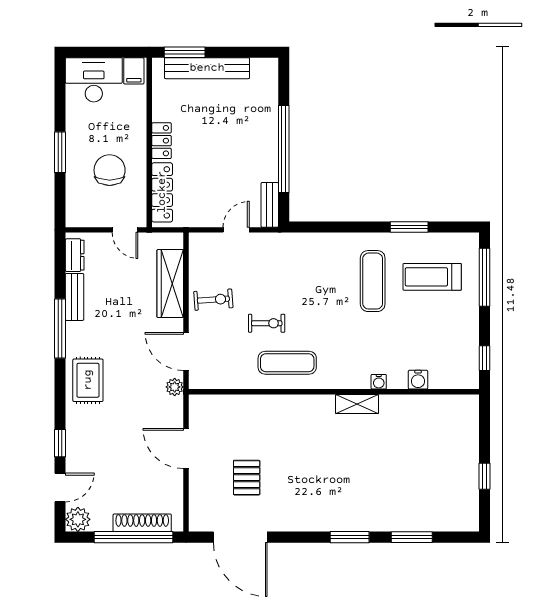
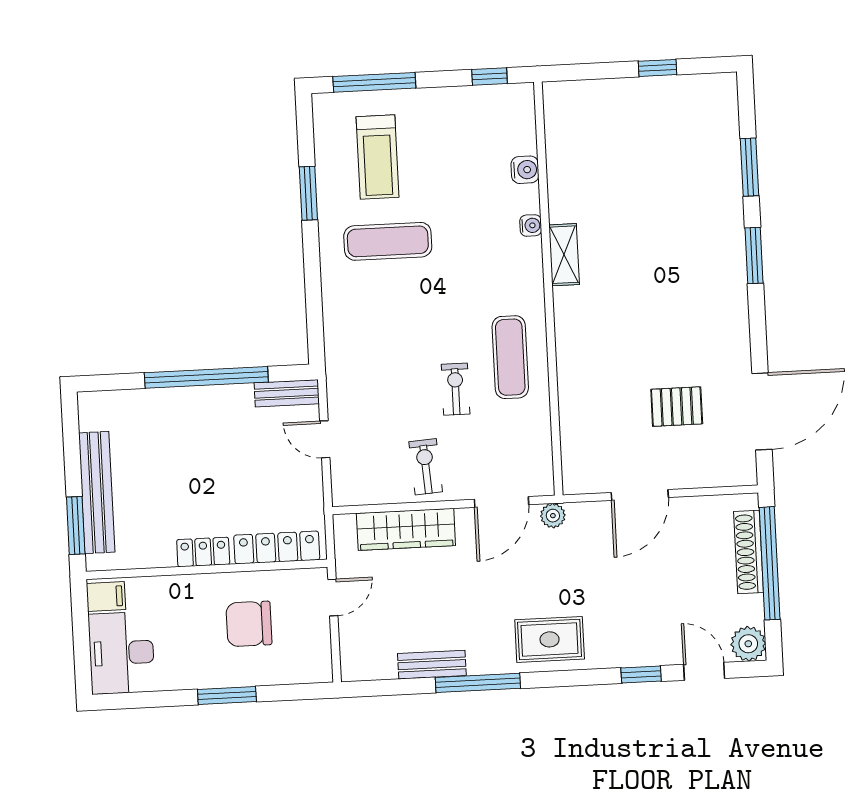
dresser: (75, 255) -> (372, 667), removed

